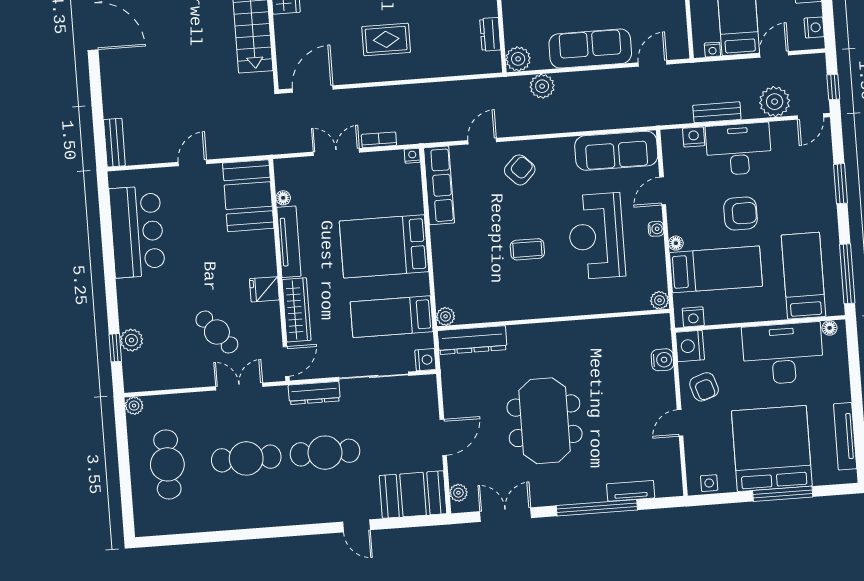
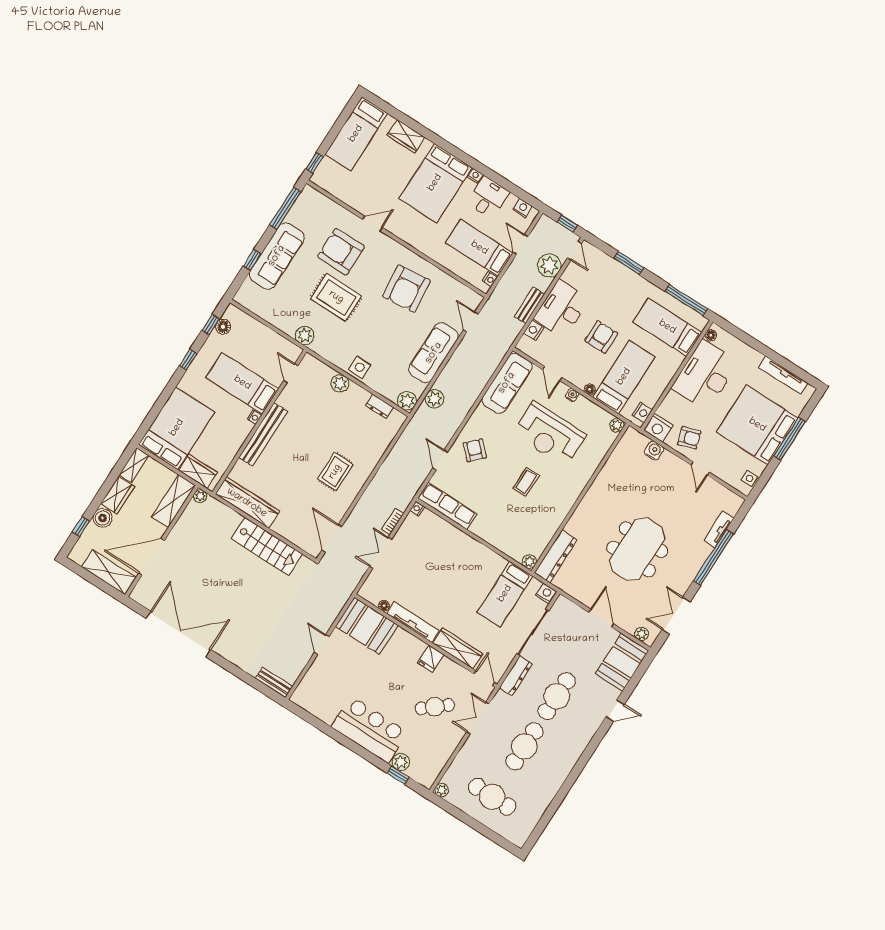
bar counter: (137, 232) -> (369, 729), moved
bed: (384, 246) -> (459, 567), removed
meeting table: (545, 421) -> (637, 549), turned 90

